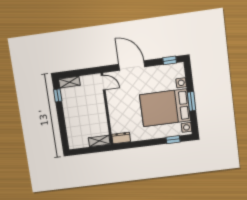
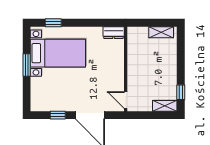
window: (170, 60) -> (58, 115), moved
bed with nightstands: (165, 108) -> (58, 53), width x0.73
shelving: (99, 141) -> (161, 32), moved

